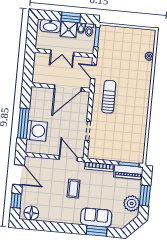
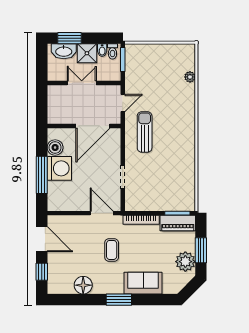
window: (71, 17) -> (69, 38), moved
double door: (62, 53) -> (82, 83), swing flipped
door: (93, 72) -> (123, 103), swing flipped
boiler: (36, 102) -> (55, 148), added
washing machine: (37, 131) -> (59, 168), moved
floor lamp: (31, 213) -> (83, 285), moved
window: (97, 231) -> (119, 300), moved

